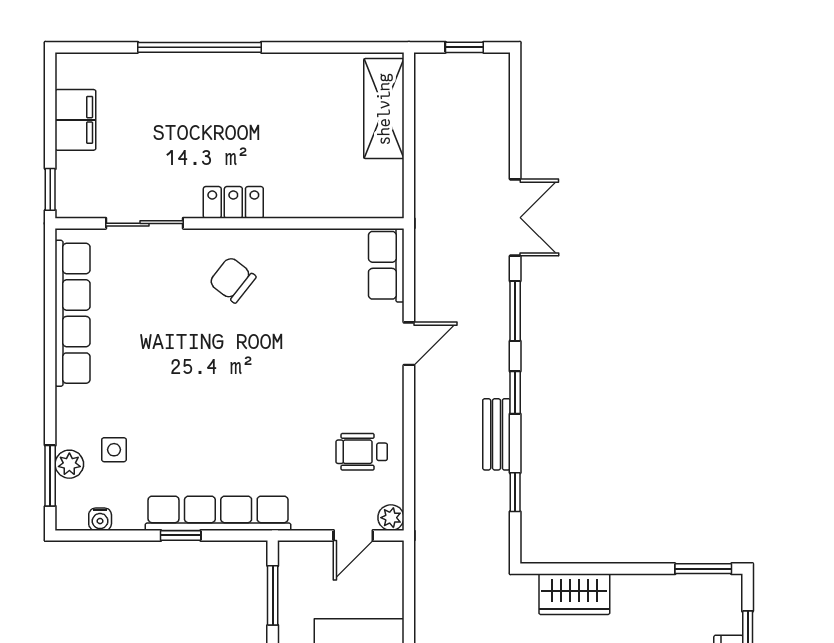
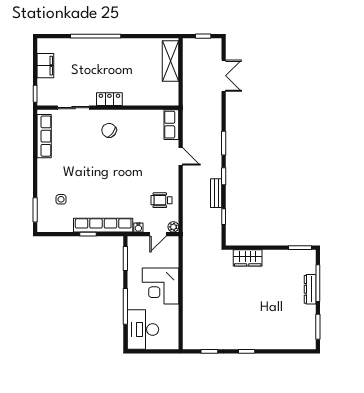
double door: (515, 218) -> (224, 76), moved
row of seats: (73, 313) -> (44, 136), width x0.73
door: (409, 344) -> (181, 156), hinge flipped
plant: (69, 464) -> (43, 205), removed
water cooler: (100, 519) -> (138, 228), moved

